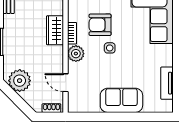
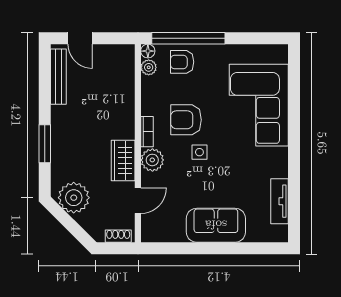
wardrobe: (55, 30) -> (123, 160), moved
door: (66, 83) -> (138, 201), swing flipped

